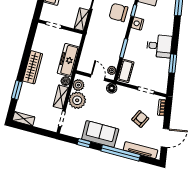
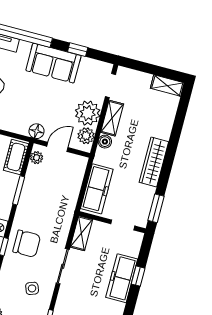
freezer: (68, 60) -> (97, 189), moved
door: (98, 78) -> (57, 147), swing flipped
window: (17, 90) -> (156, 208), moved

